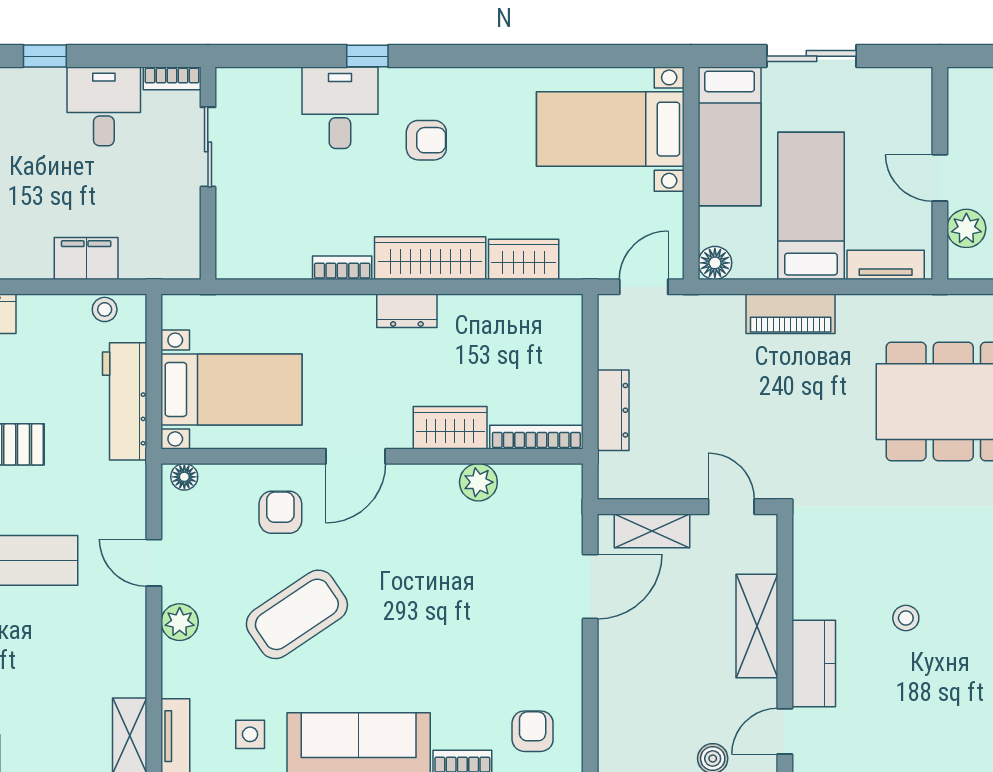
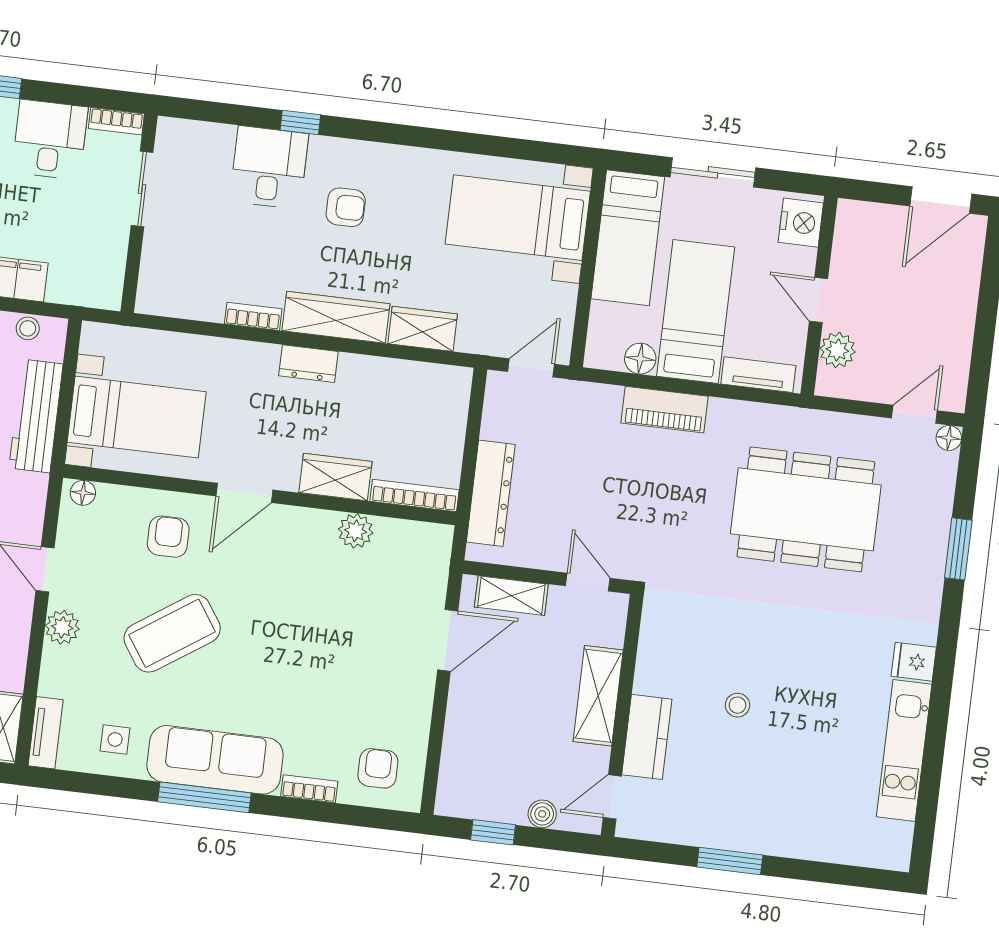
nightstand: (911, 98) -> (801, 223), added
floor lamp: (715, 263) -> (640, 359), moved
dresser: (613, 410) -> (491, 493), width x1.37, depth x1.24

